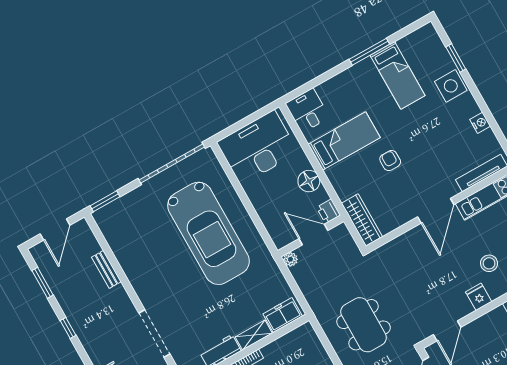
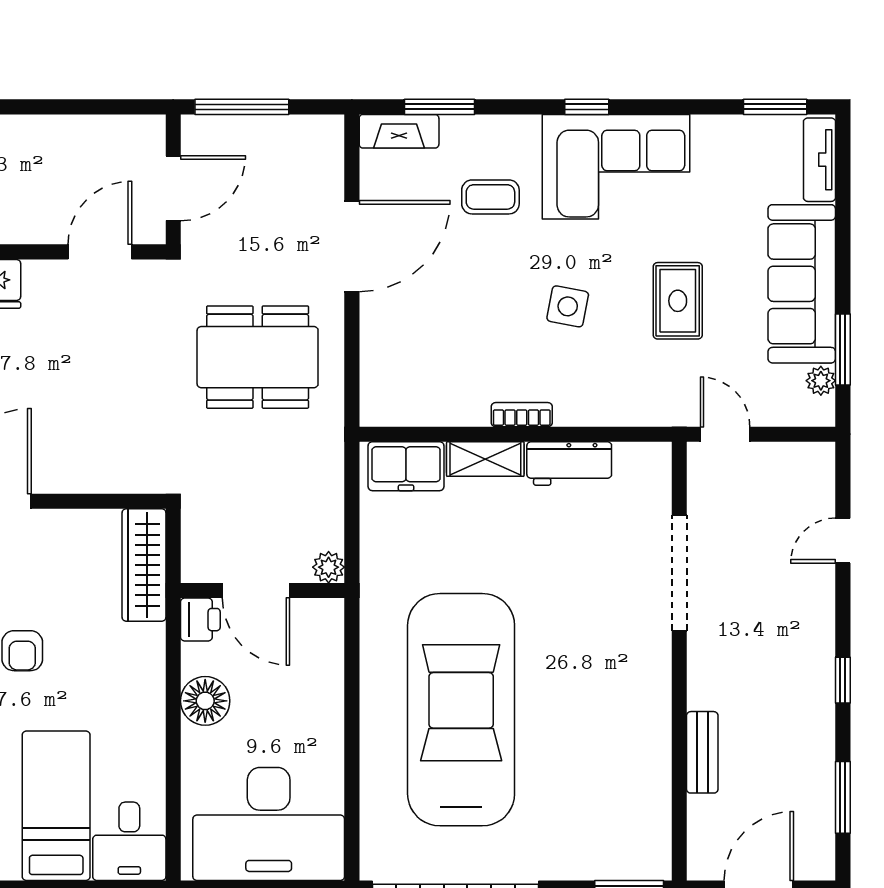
bed: (344, 141) -> (56, 806), moved, turned 90
dining table: (364, 325) -> (258, 357), turned 90

